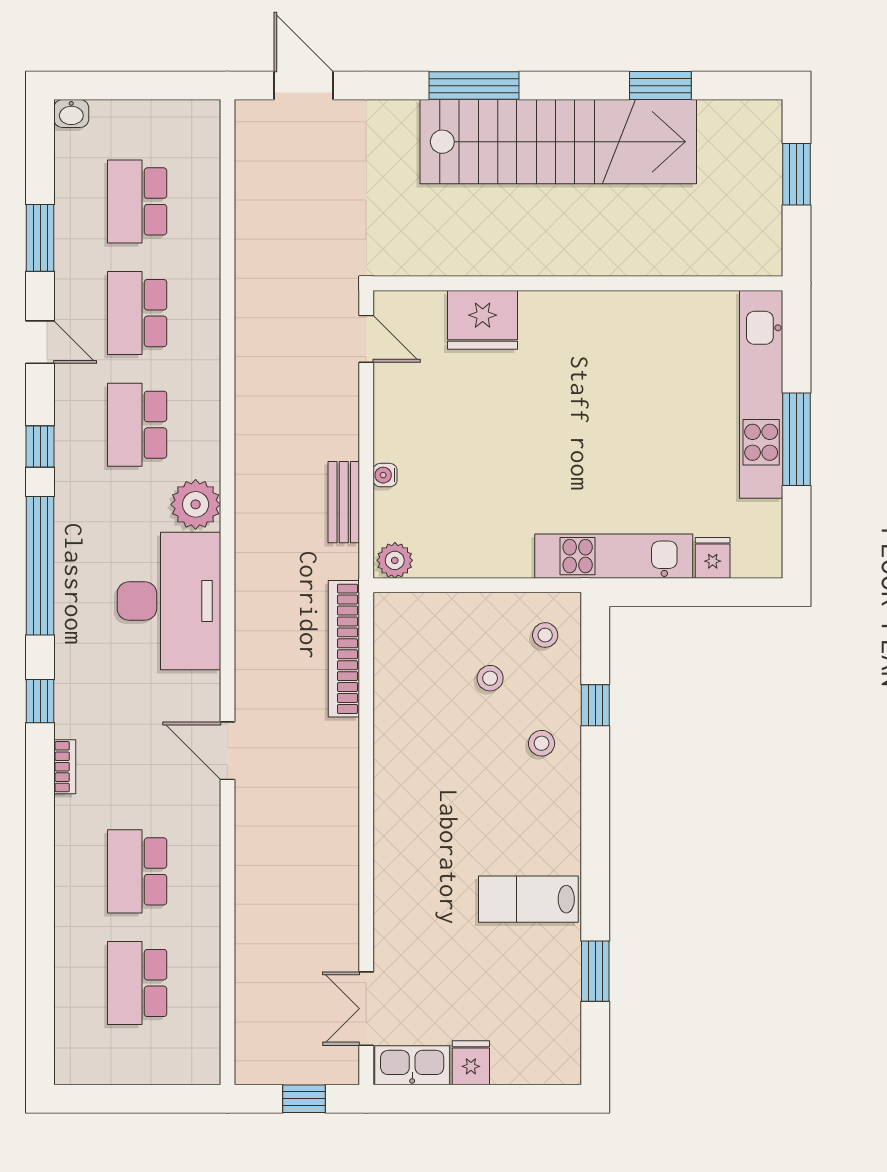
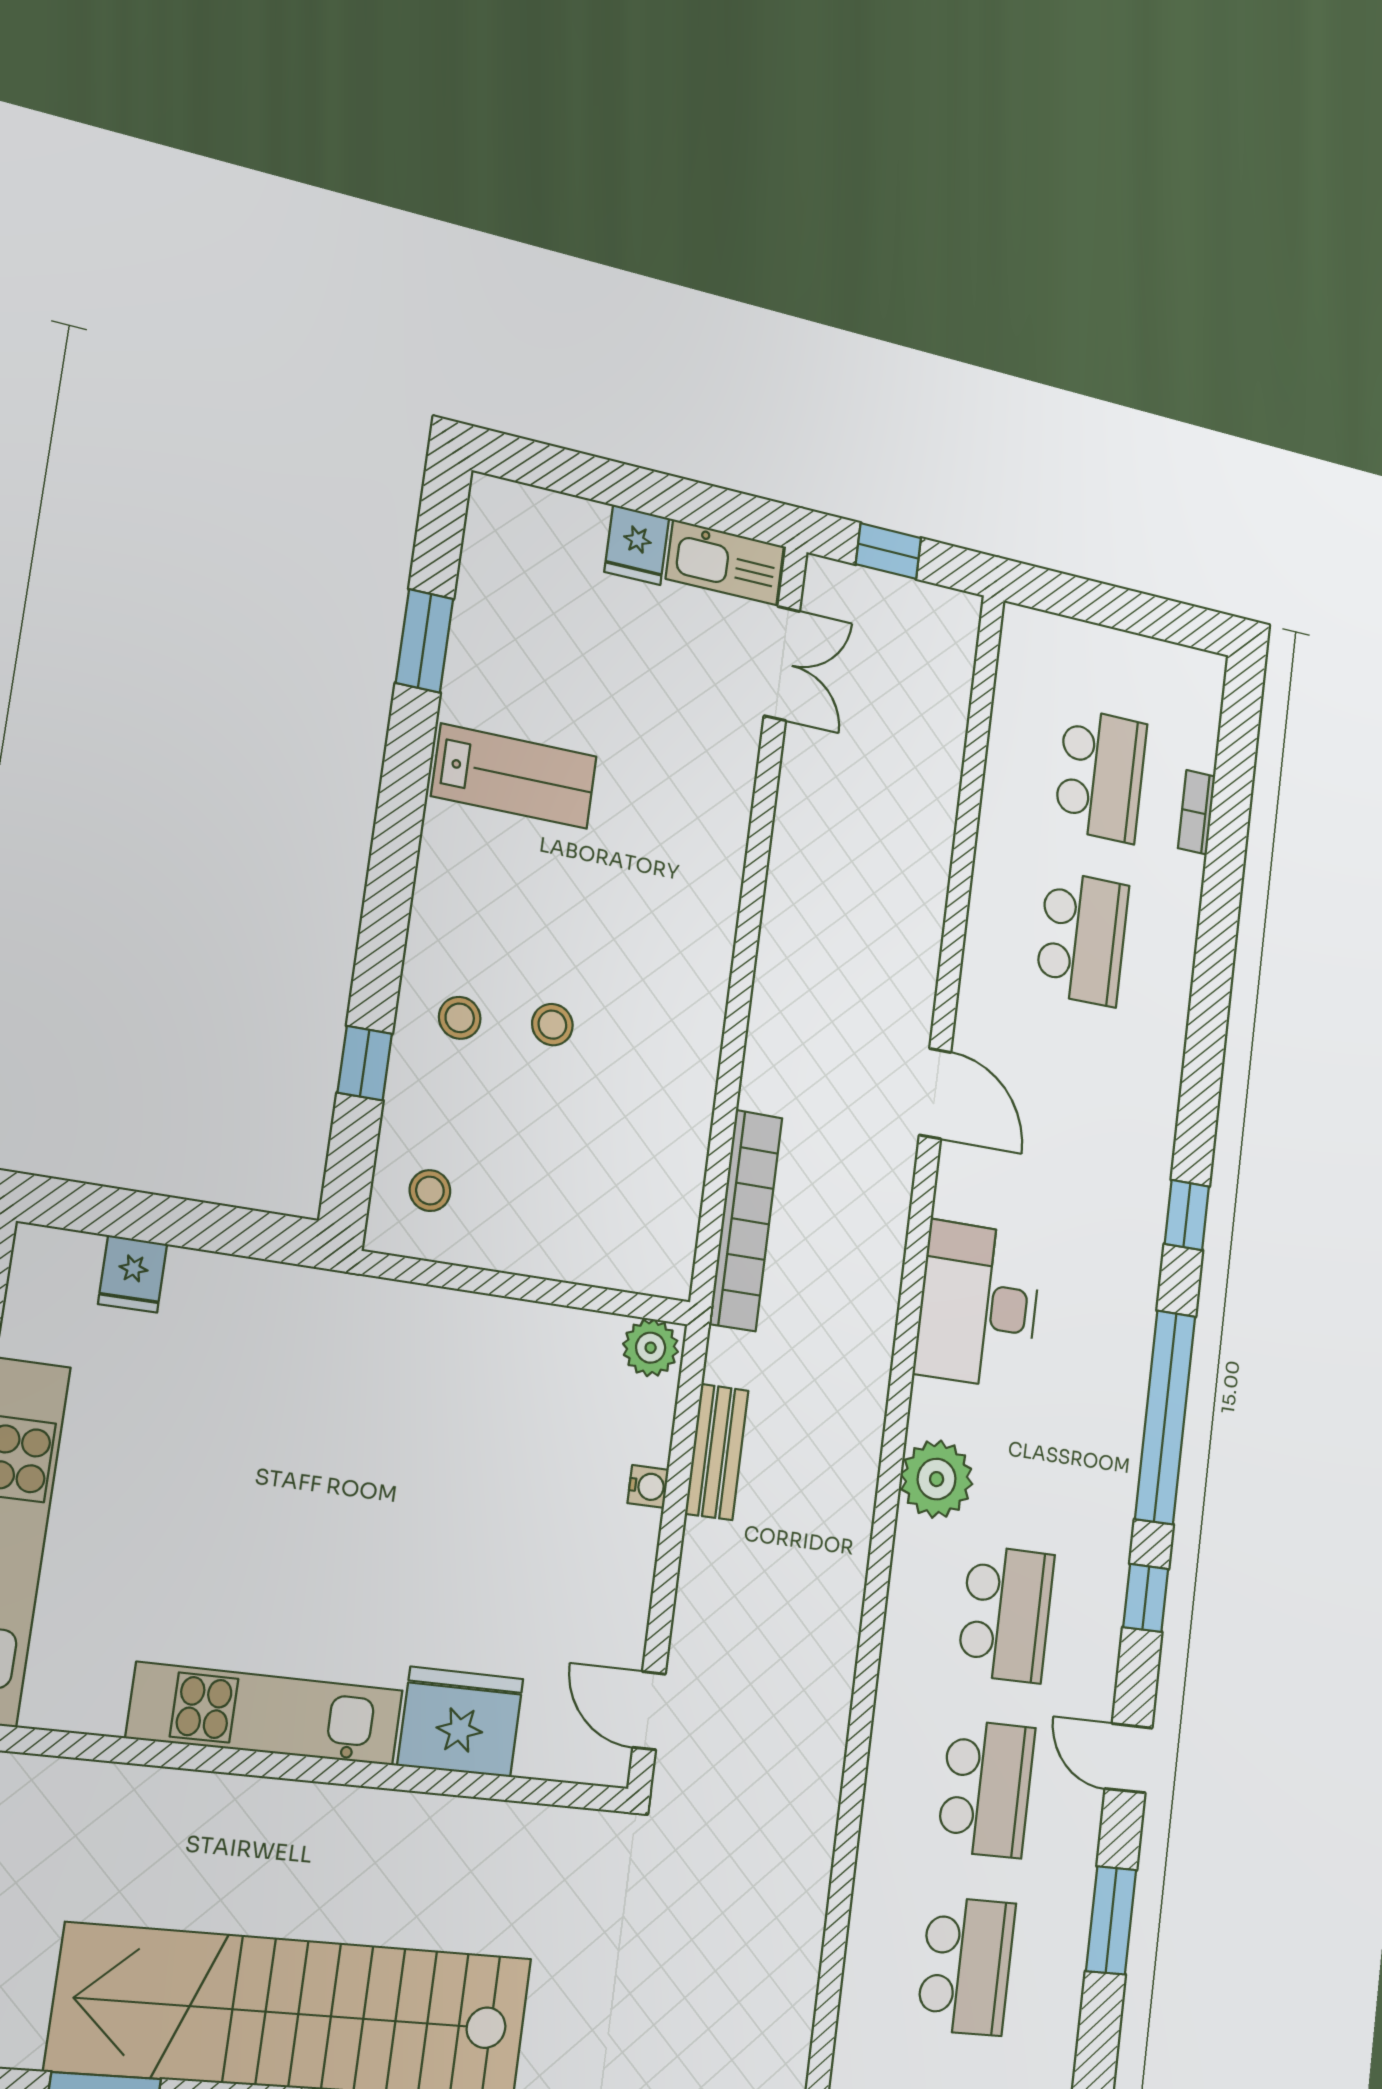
kitchen unit: (614, 556) -> (266, 1714), moved, turned 180
desk: (169, 601) -> (978, 1305), width x0.73, depth x0.77
stool: (490, 678) -> (552, 1025), moved
bookcase: (65, 767) -> (1197, 812), moved

